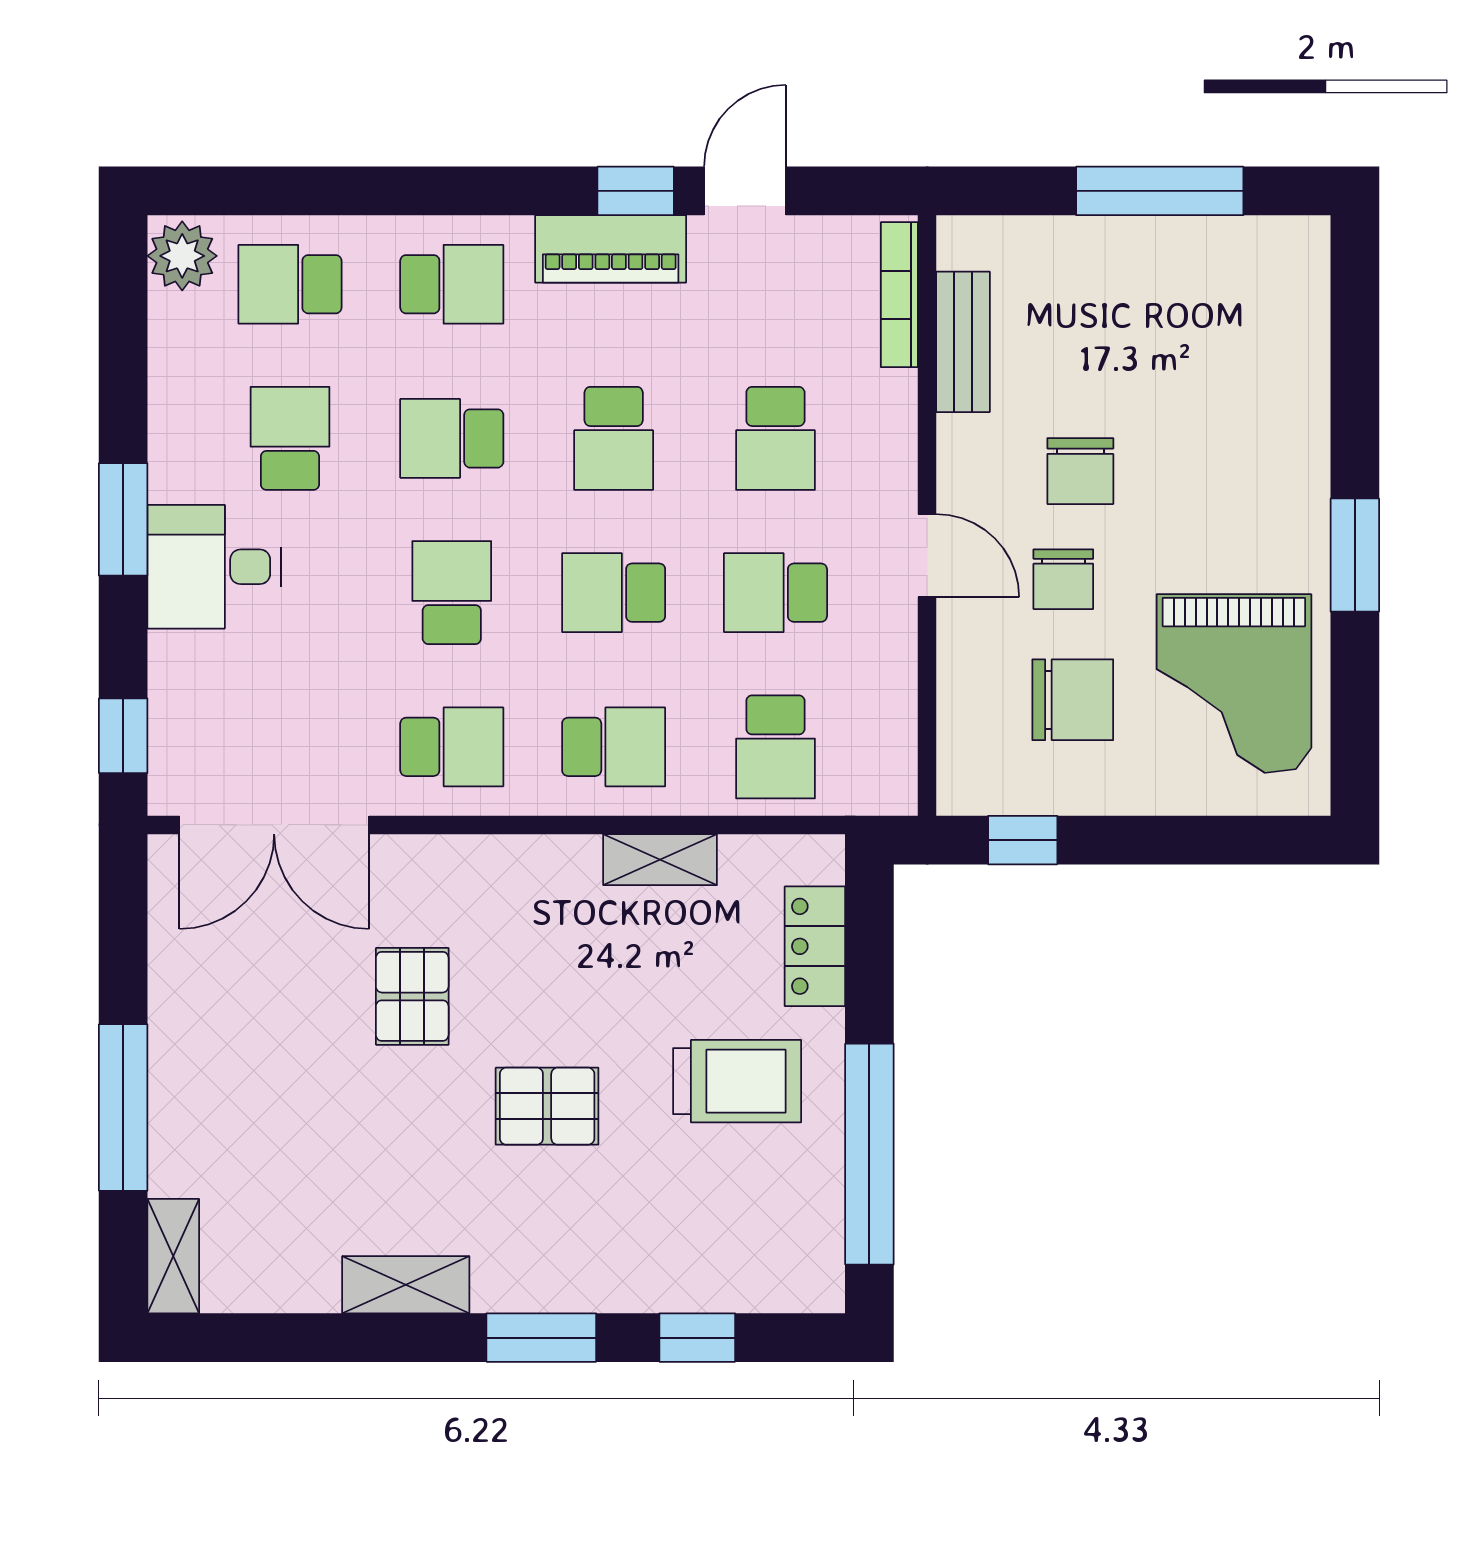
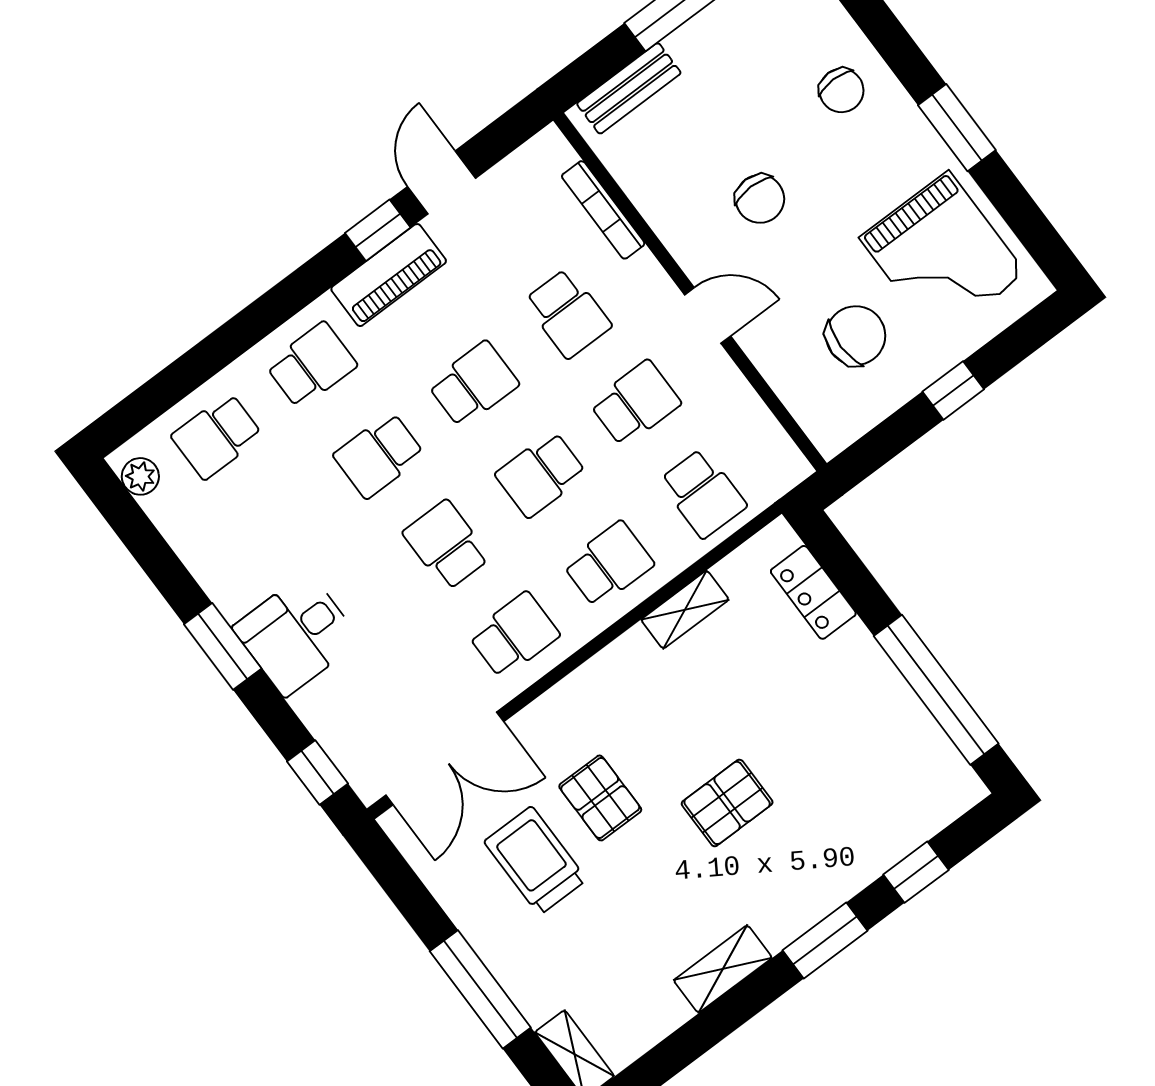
plant: (182, 256) -> (140, 476), width x0.73, depth x0.73
bookcase: (899, 295) -> (603, 210), moved
bench: (963, 342) -> (629, 88), moved, turned 90
school desk: (290, 438) -> (285, 526), removed
school desk: (614, 438) -> (473, 384), turned -90
chair: (1063, 579) -> (841, 90), moved
school desk: (775, 593) -> (635, 403), turned 180
window: (1023, 840) -> (953, 390), moved
trolley: (737, 1081) -> (535, 861), moved, turned -90

